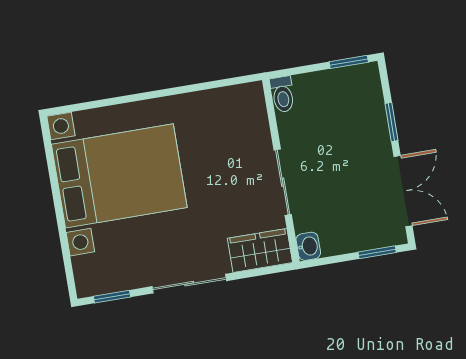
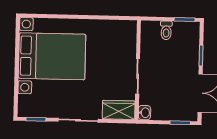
toilet: (283, 94) -> (166, 30), moved

